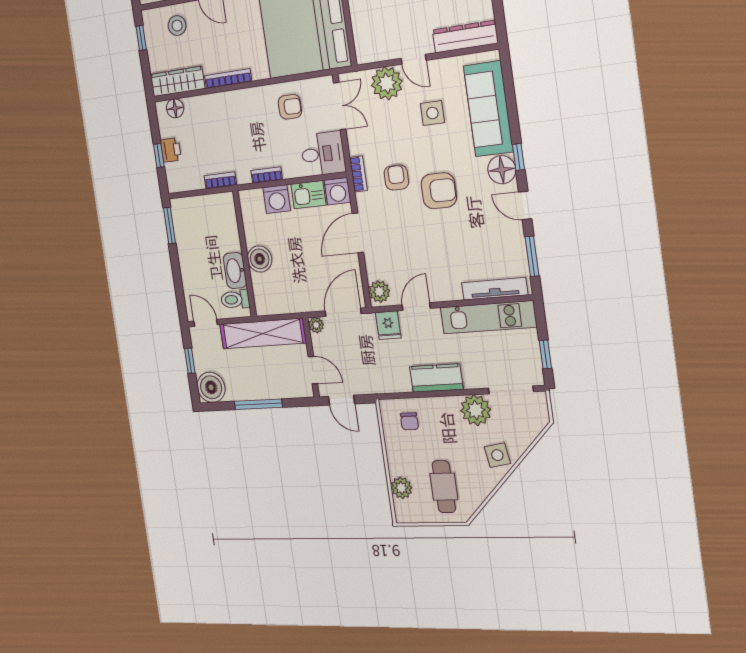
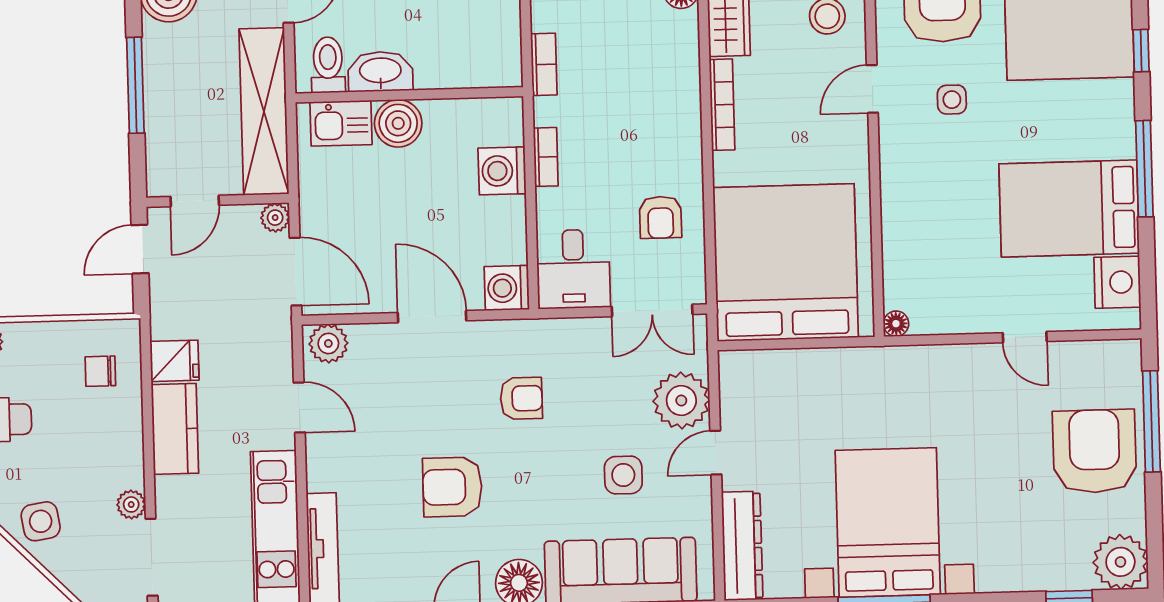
bookcase: (358, 174) -> (533, 330), removed
armchair: (439, 191) -> (452, 487), moved, turned 90
kitchen sink: (308, 195) -> (341, 123), moved, turned -90
fridge: (388, 325) -> (174, 361), moved, turned 180
plant: (476, 410) -> (131, 504), width x0.53, depth x0.53

